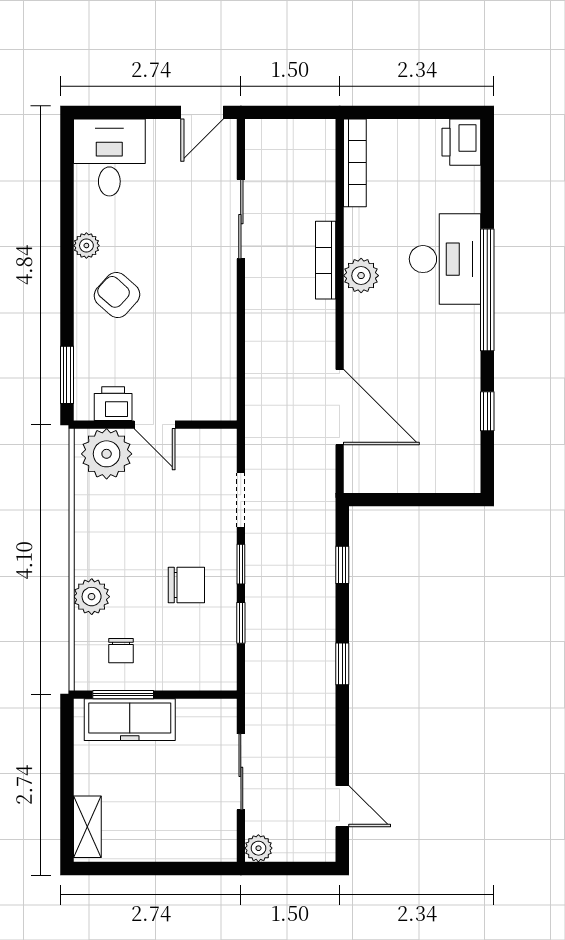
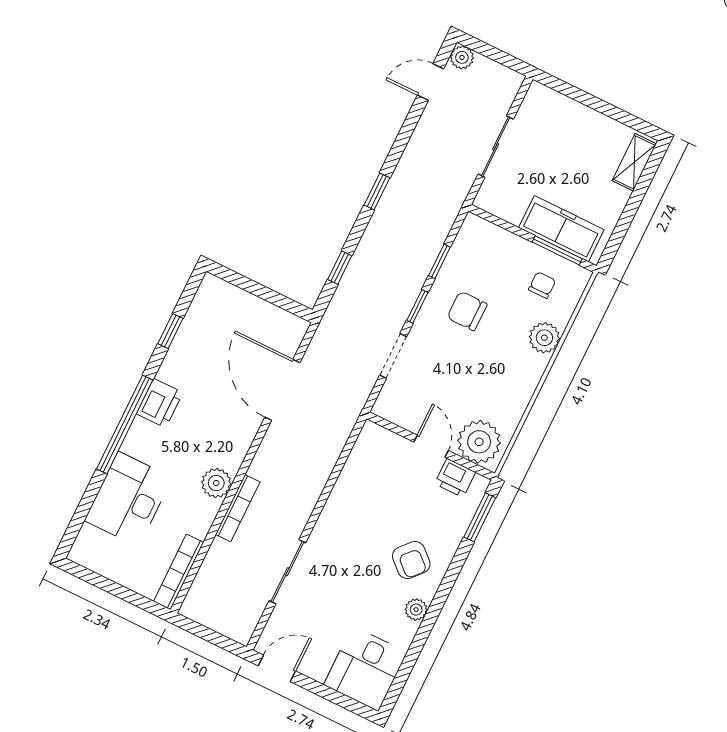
printer: (461, 142) -> (160, 403), moved
desk: (445, 259) -> (128, 499), moved
door: (342, 806) -> (431, 82), hinge flipped
plant: (258, 848) -> (462, 57), moved

